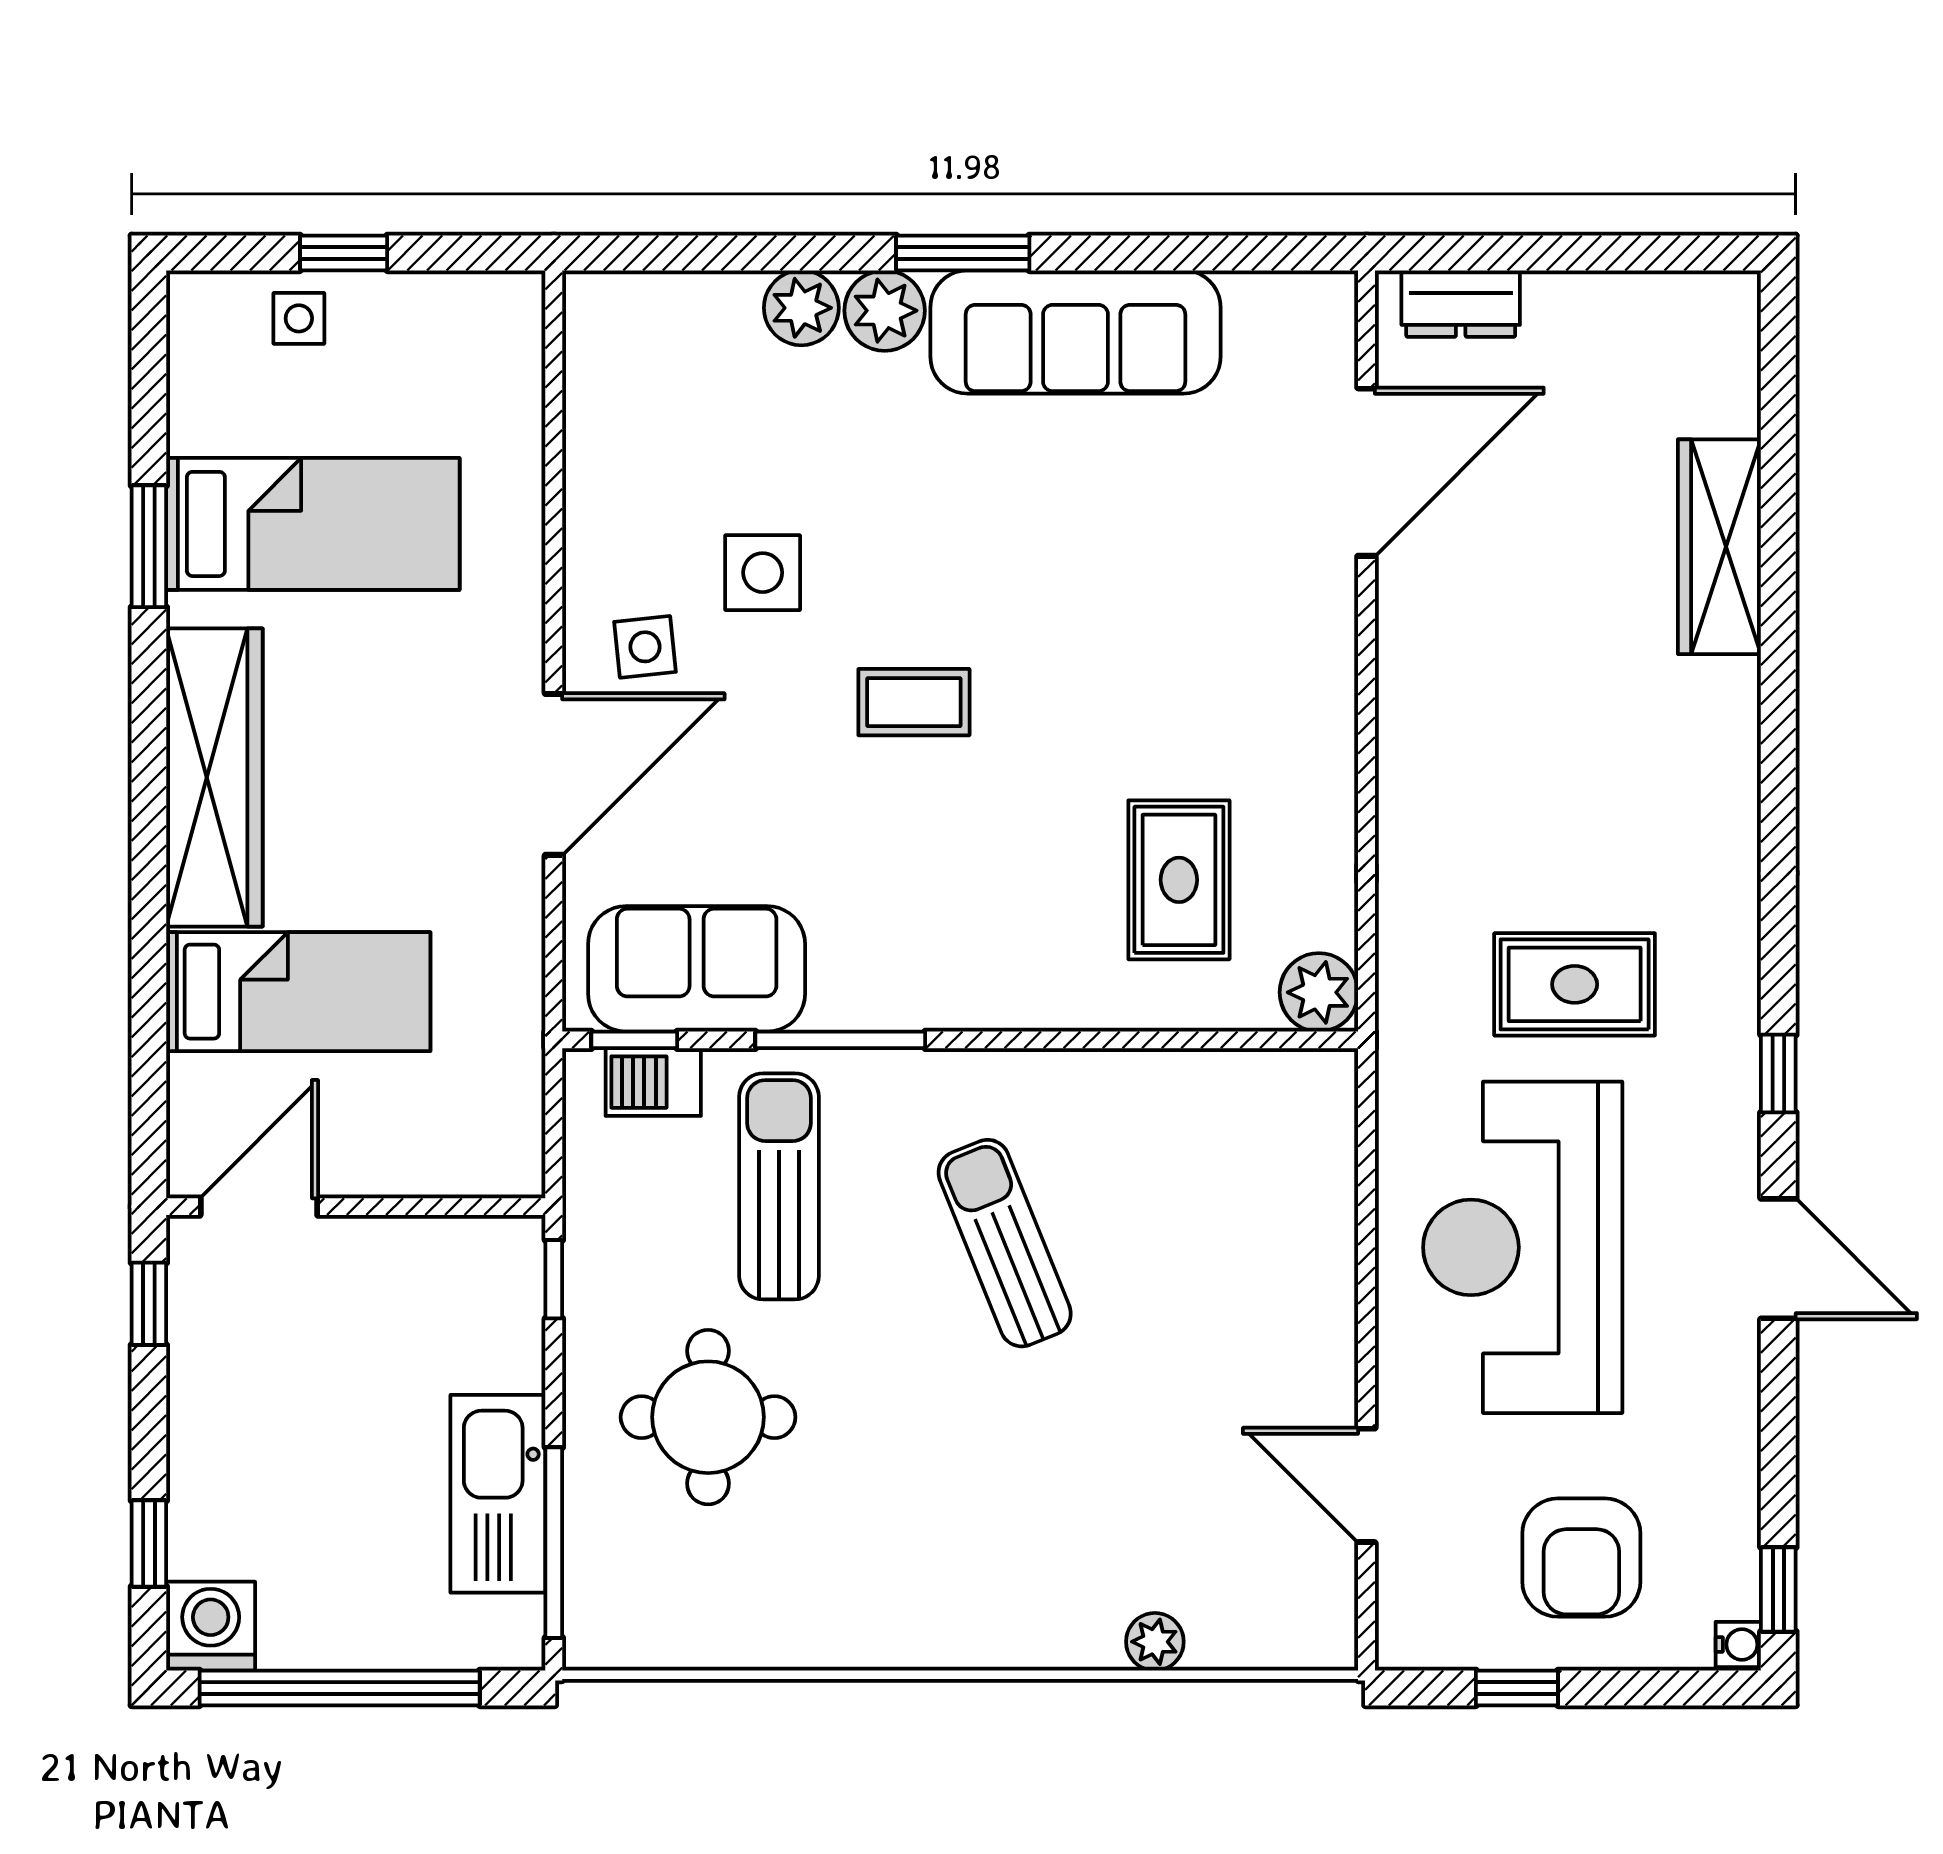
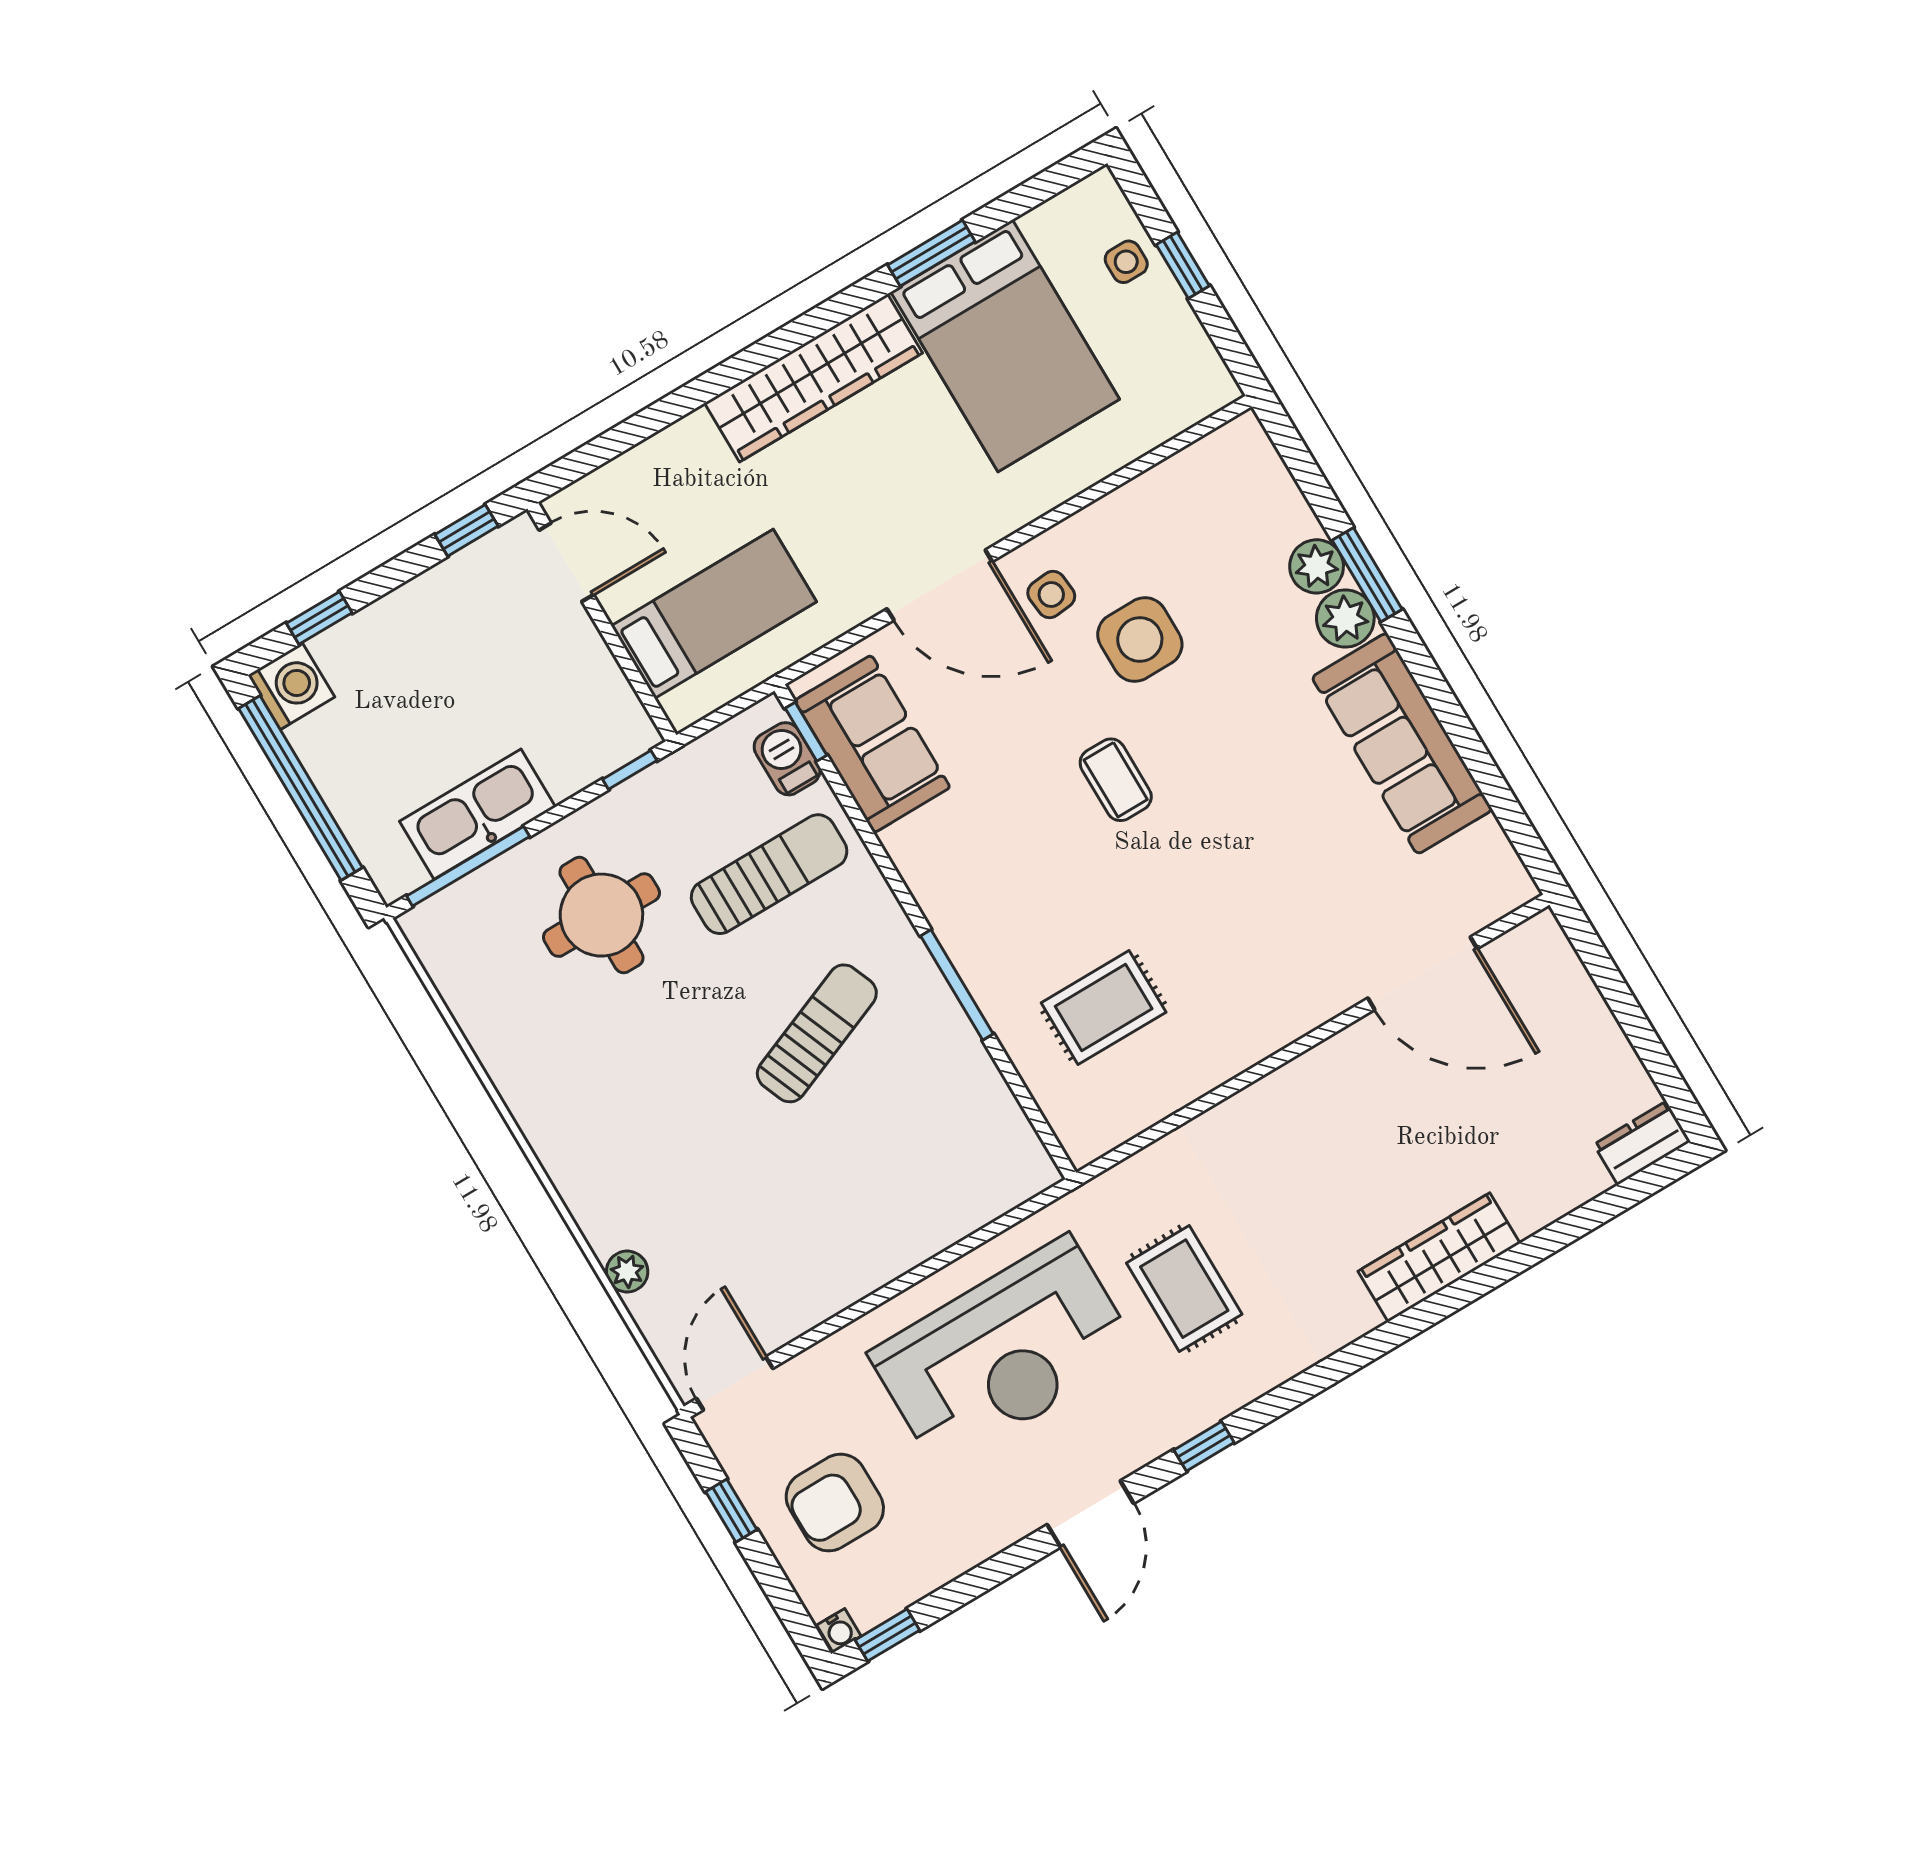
window: (963, 253) -> (1367, 575), moved
dresser: (1461, 304) -> (1642, 1143), moved, turned 90
bed: (313, 524) -> (1005, 346), width x1.50
wardrobe: (1719, 547) -> (1439, 1257), moved
side table: (763, 573) -> (1140, 640), width x1.37, depth x1.37
bed: (298, 992) -> (714, 614), moved, turned -90
plant: (1319, 992) -> (1086, 1135), removed
window: (840, 1040) -> (957, 985), moved
reception desk: (1523, 1247) -> (1004, 1353), turned 180
door: (1366, 1485) -> (735, 1383), moved

